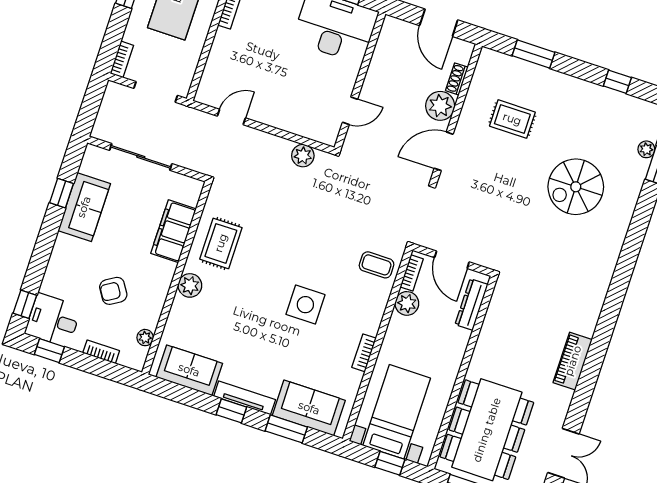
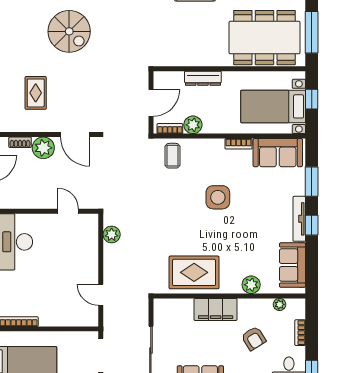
filing cabinet: (173, 231) -> (216, 309), moved
rug: (221, 243) -> (194, 272), width x1.36, depth x1.43
plant: (190, 285) -> (251, 285), moved
dresser: (472, 304) -> (203, 78), moved
sofa: (309, 408) -> (278, 153), moved, turned -90

